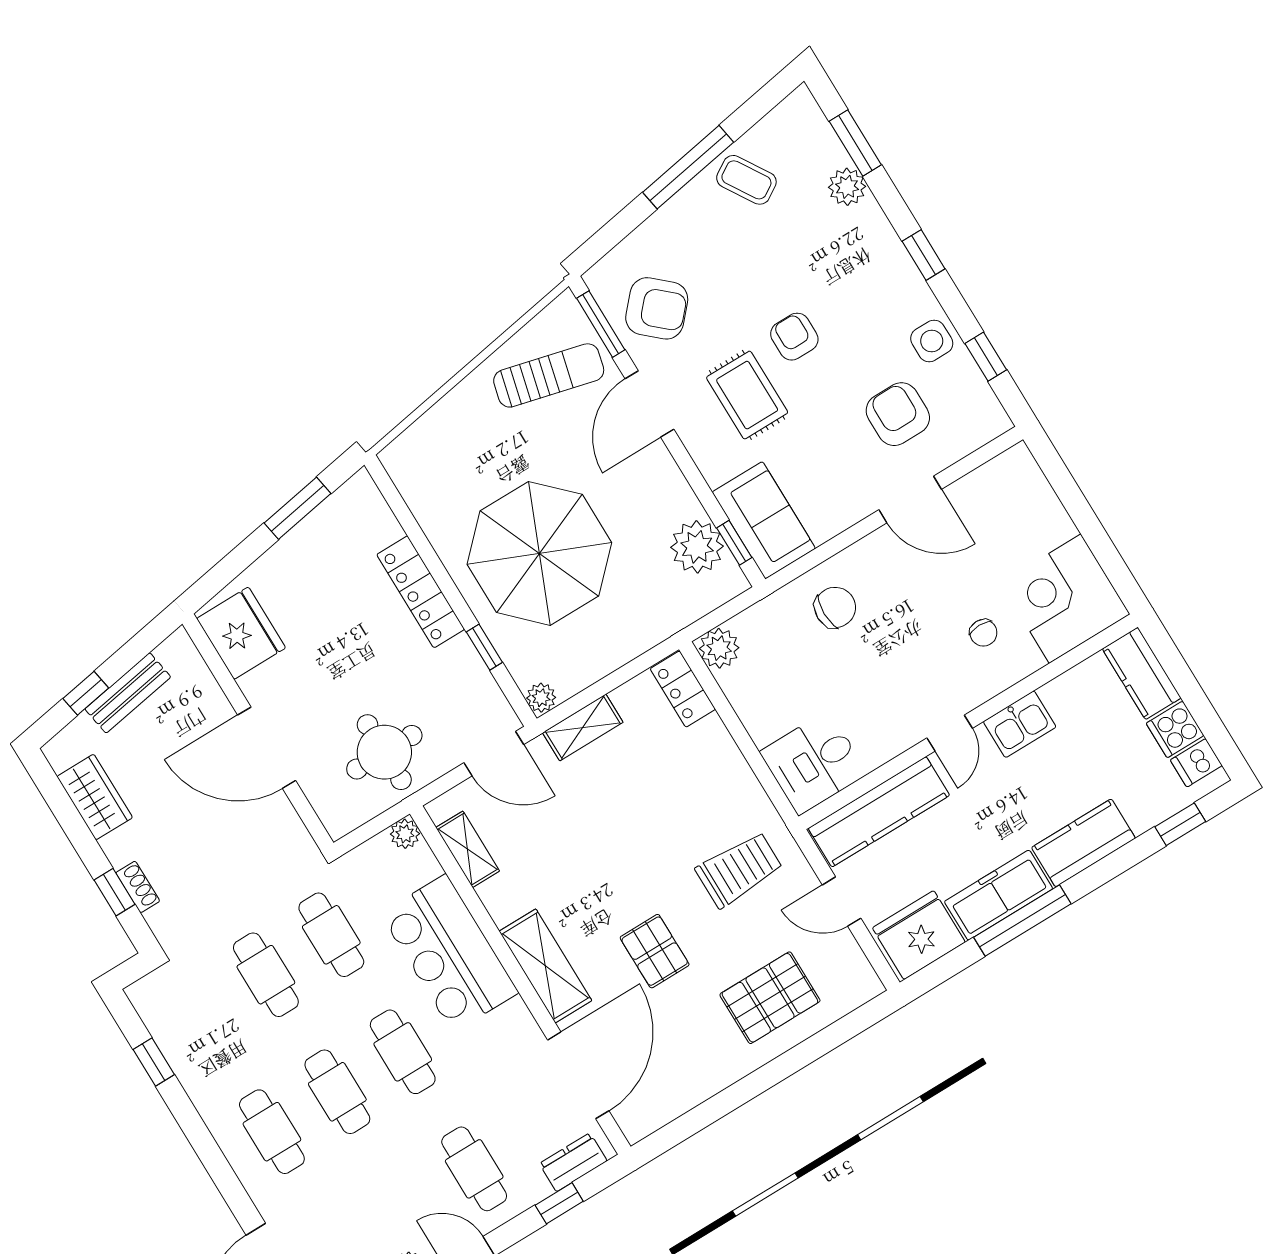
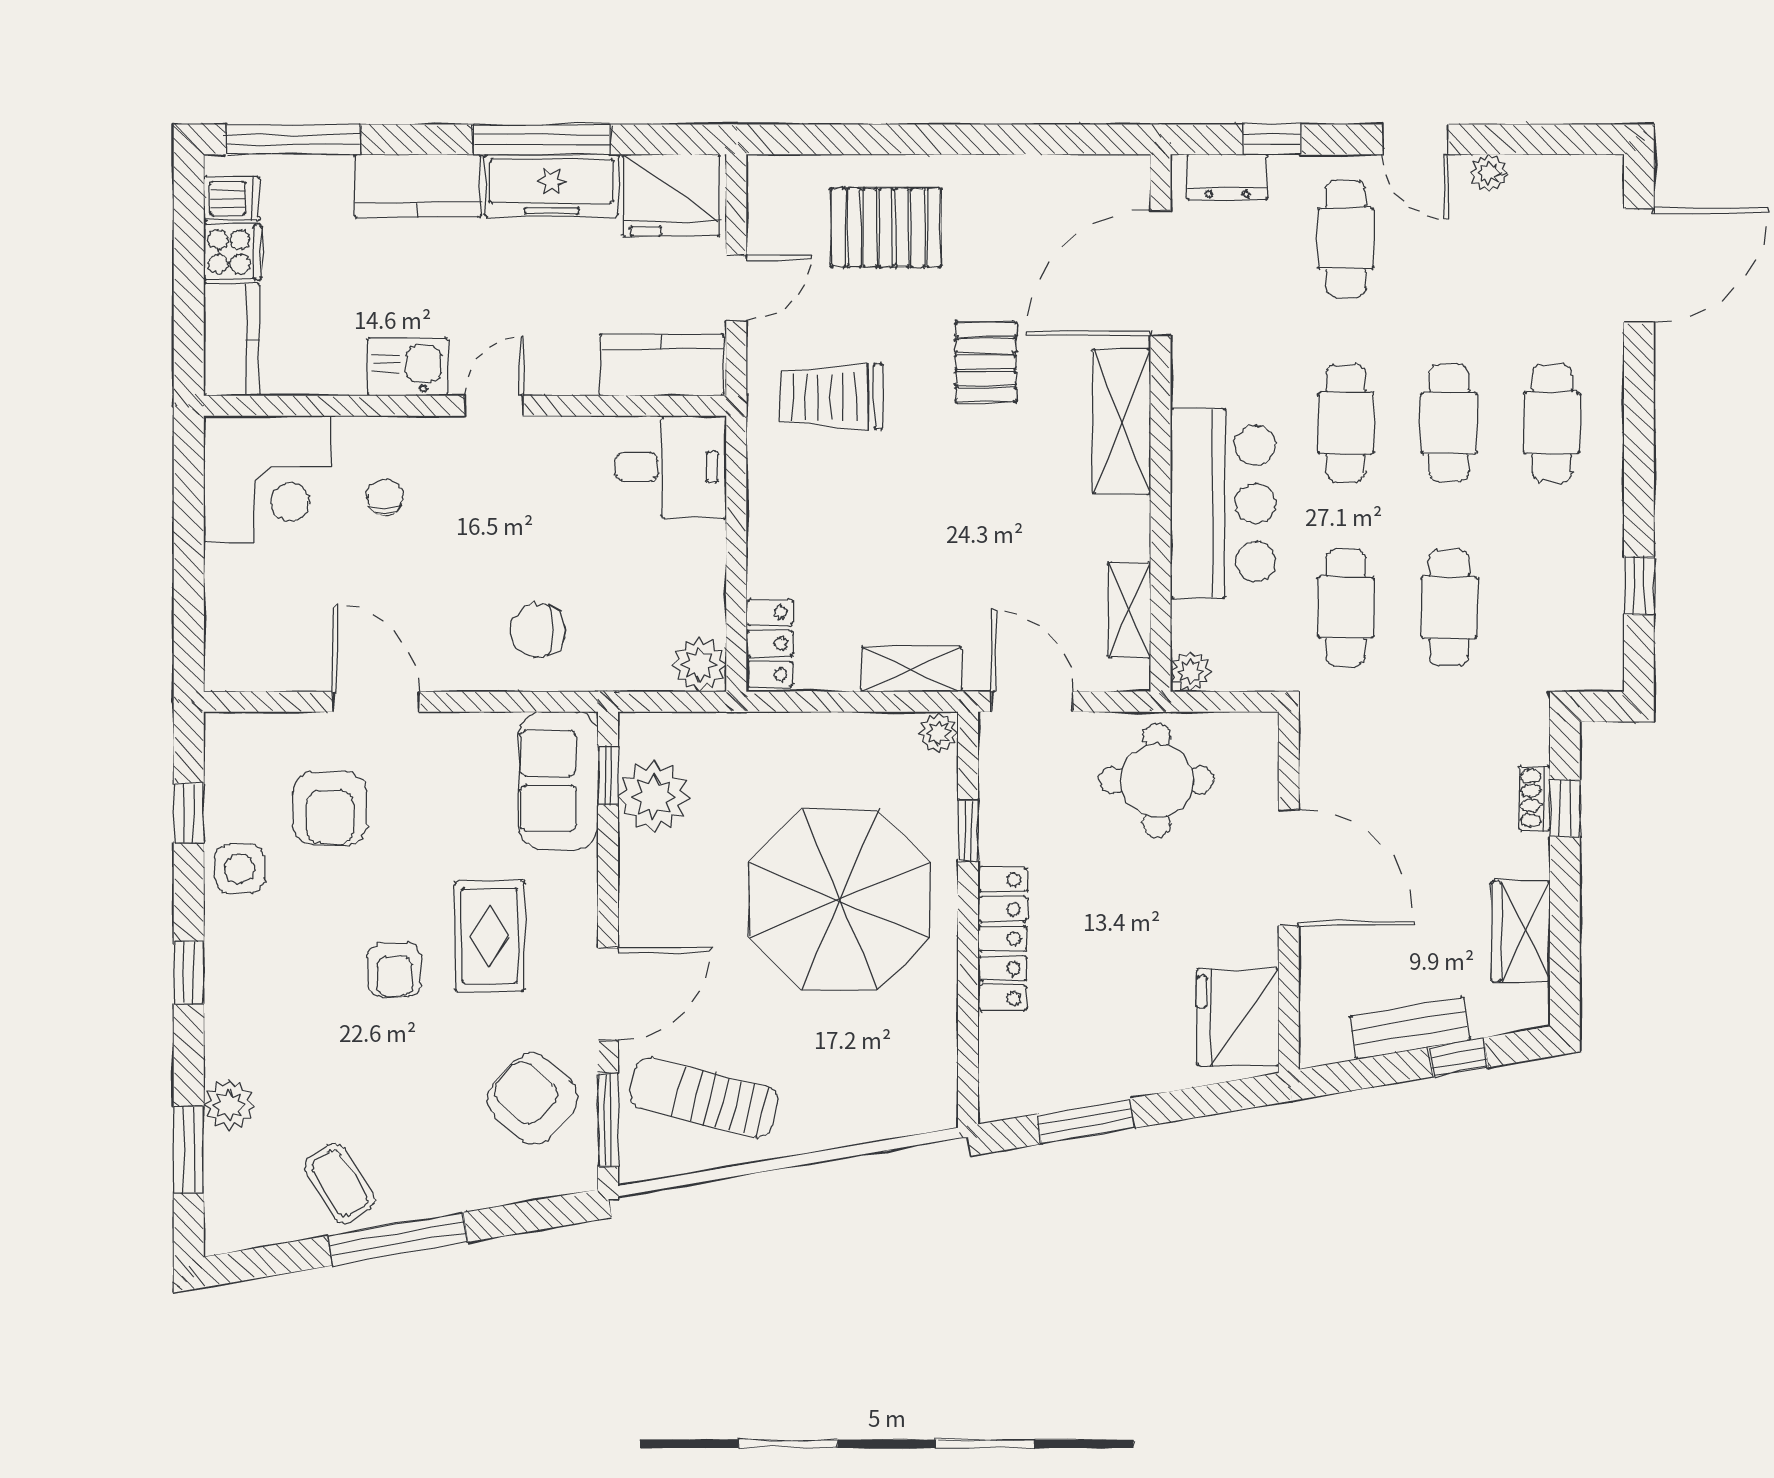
kitchen counter: (879, 812) -> (662, 365), width x0.67
window: (1180, 824) -> (293, 139), width x2.17
door: (842, 902) -> (736, 288), hinge flipped

